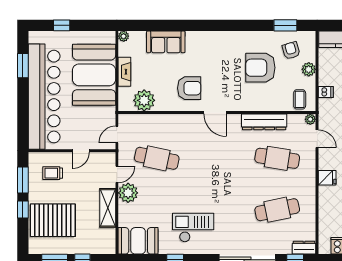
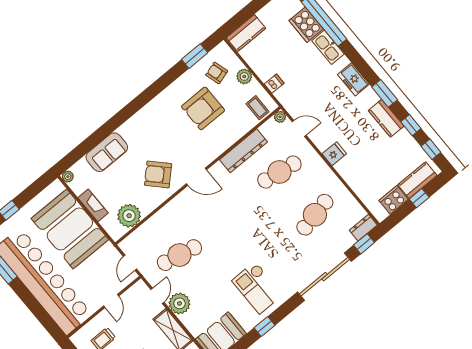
armchair: (189, 88) -> (158, 174), turned -134
checkout: (193, 228) -> (257, 288), turned -90

